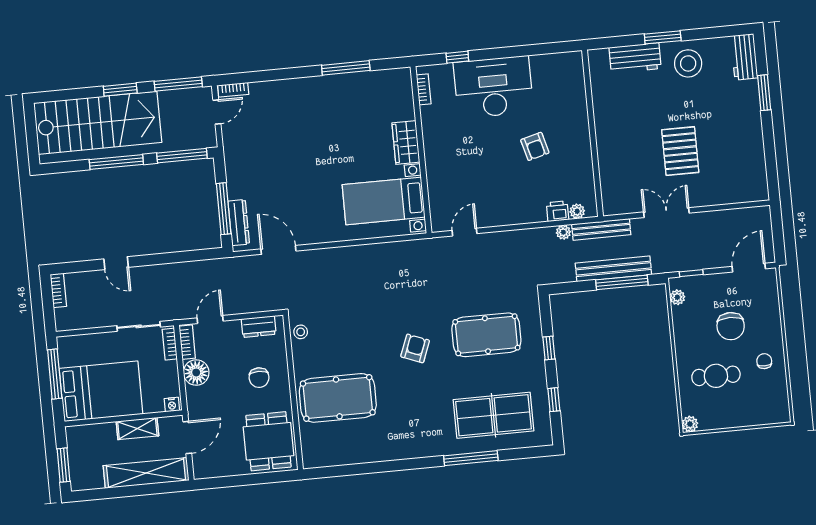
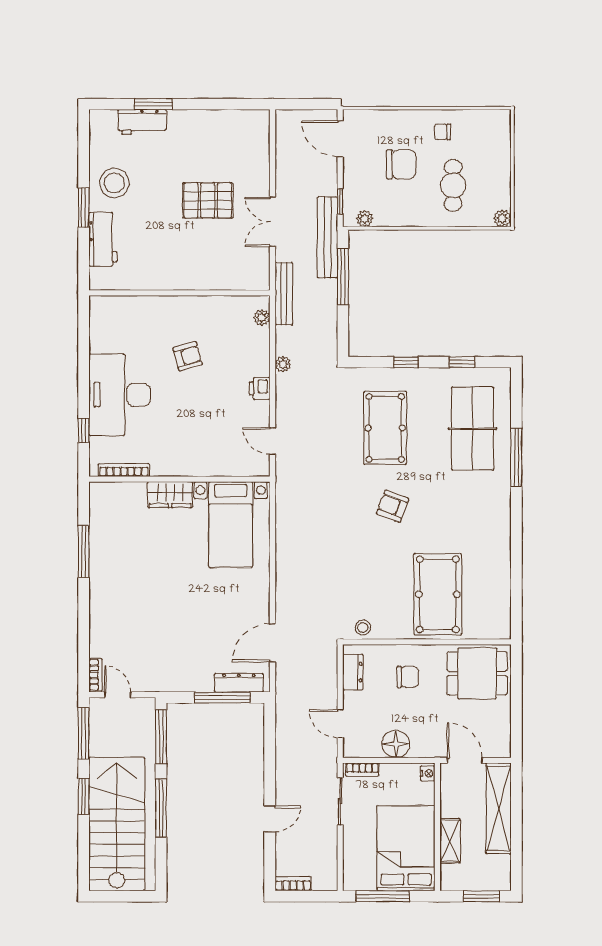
workbench: (744, 57) -> (142, 122), moved
bookcase: (424, 89) -> (124, 470), width x1.56
printer: (557, 211) -> (260, 388), moved
plant: (563, 232) -> (283, 364), moved
bench: (613, 269) -> (327, 237), moved
bookcase: (187, 342) -> (362, 751), removed
shelving: (137, 429) -> (450, 841), moved

